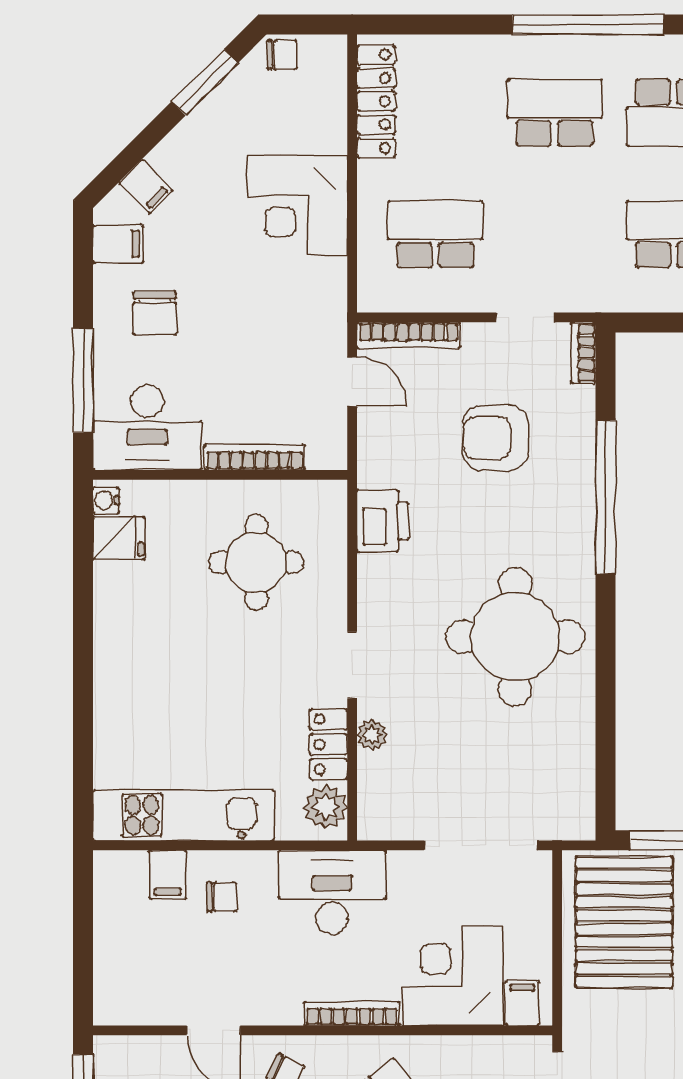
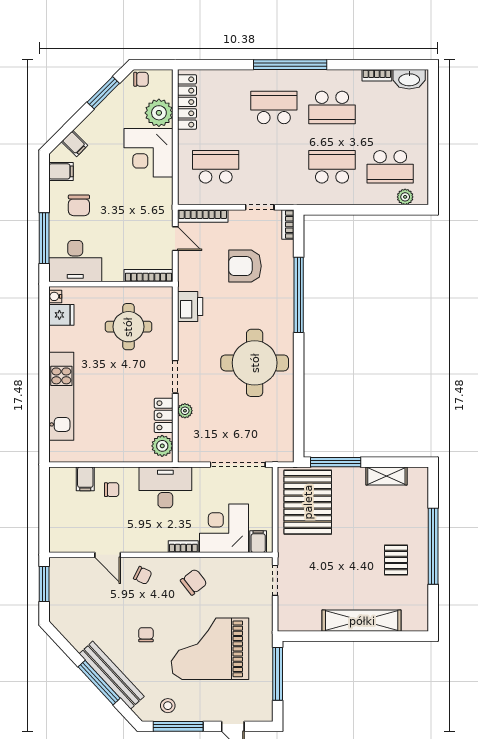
plant: (319, 123) -> (159, 113), added
bookcase: (254, 457) -> (148, 276), moved
kitchen unit: (184, 815) -> (61, 396), moved, turned 90
bookcase: (352, 1014) -> (183, 547), width x0.64

